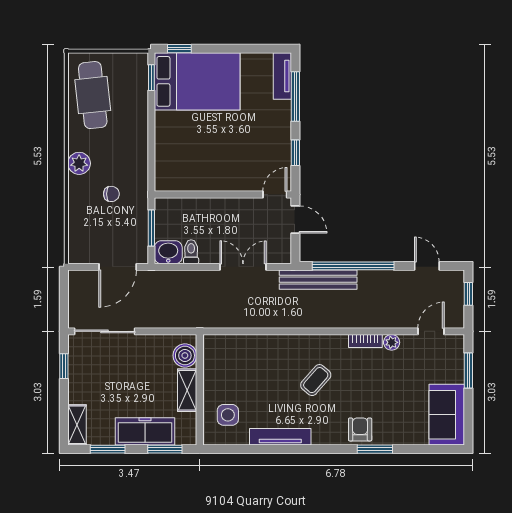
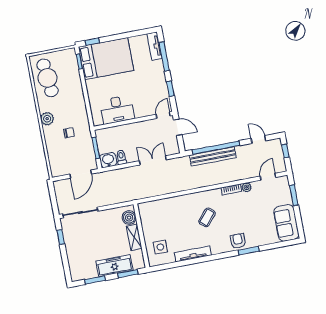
desk: (199, 170) -> (117, 110), added
bench: (318, 280) -> (213, 156), moved
shelving: (77, 425) -> (75, 269), removed

